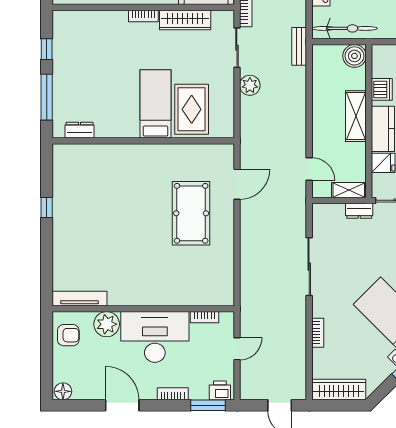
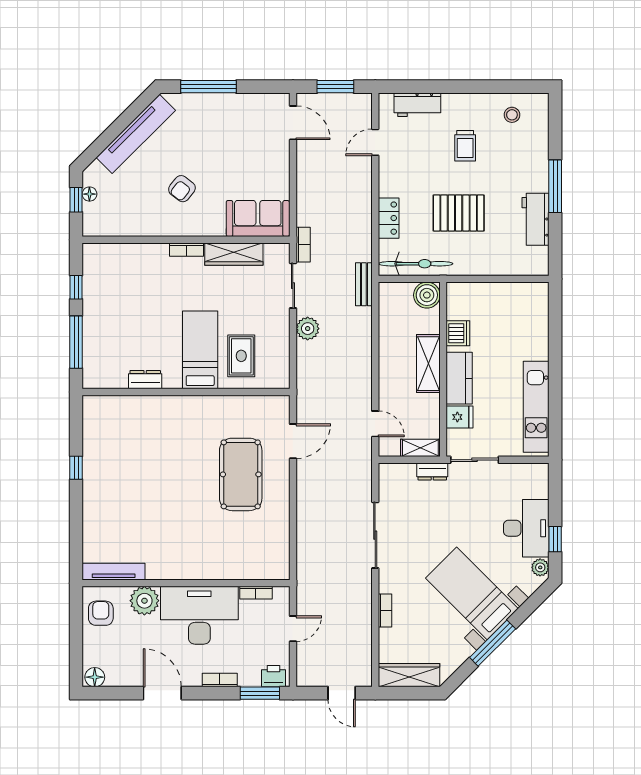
rug: (192, 109) -> (241, 356), width x0.73, depth x0.70
dresser: (80, 130) -> (145, 380), moved
armchair: (68, 335) -> (101, 613), turned -90

